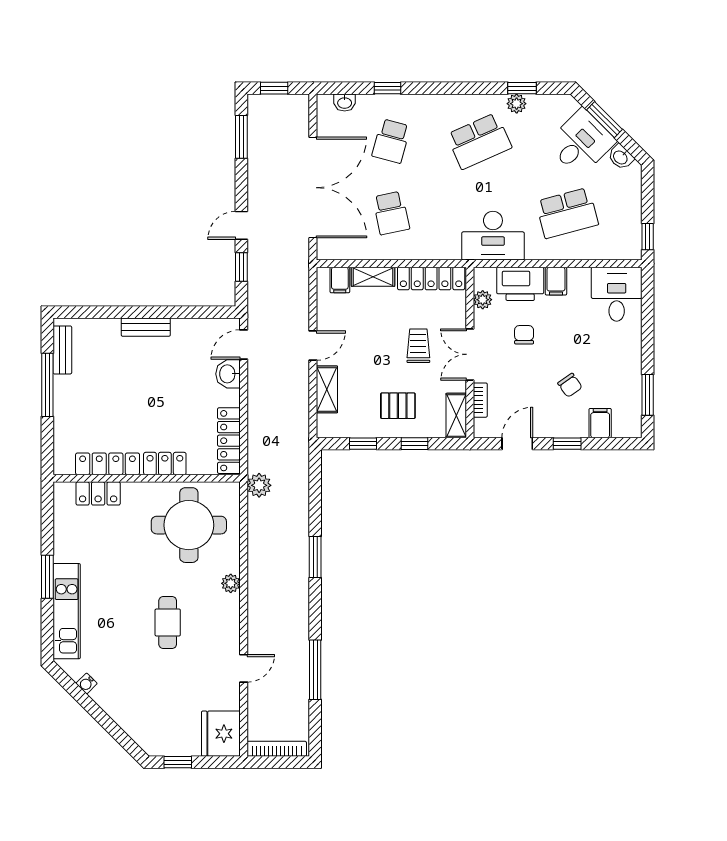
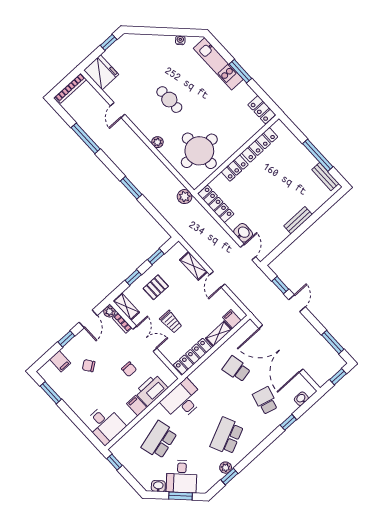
plant: (483, 300) -> (109, 312), moved
locker: (98, 493) -> (262, 110), moved, turned -90

